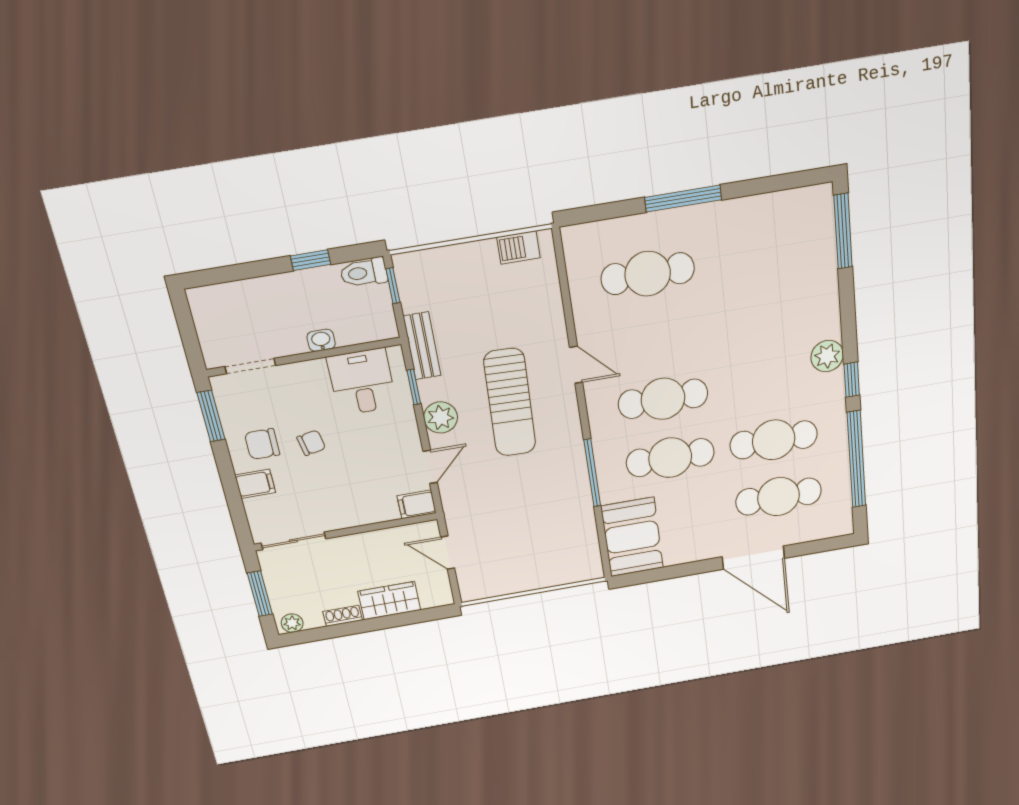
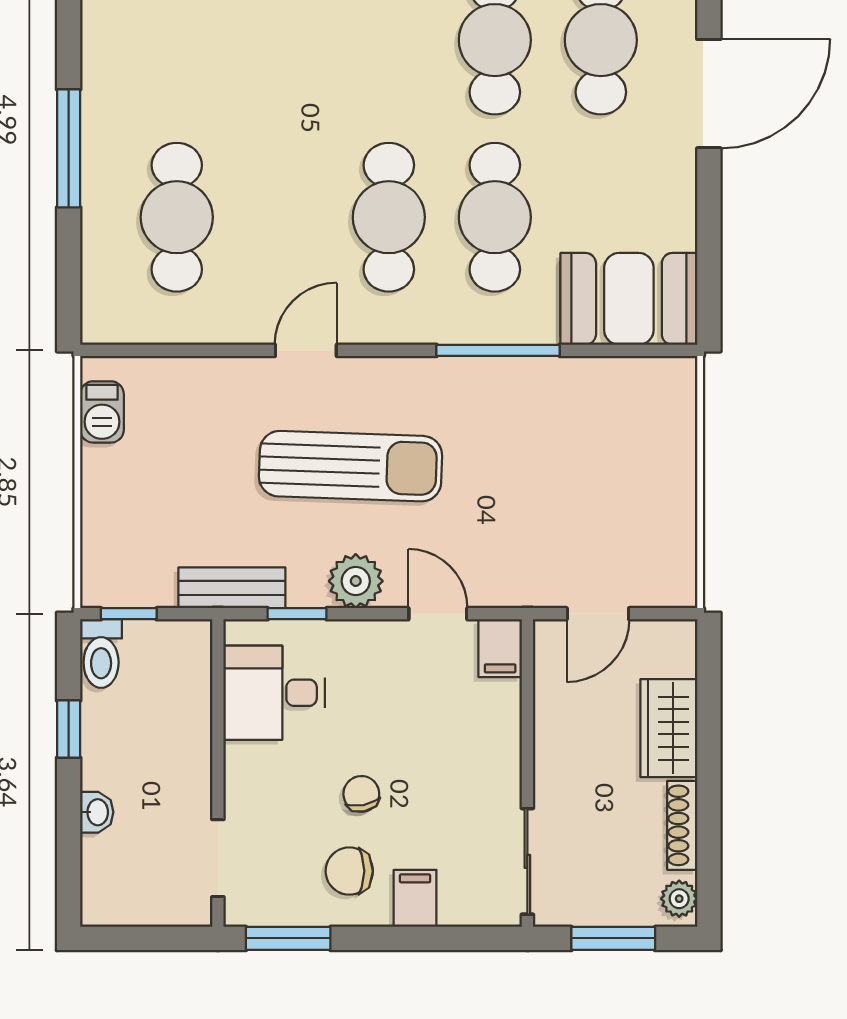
washbasin: (321, 340) -> (97, 812), moved, turned 180
chair: (262, 444) -> (349, 871), turned 90
shoe rack: (343, 616) -> (682, 825), width x1.43

